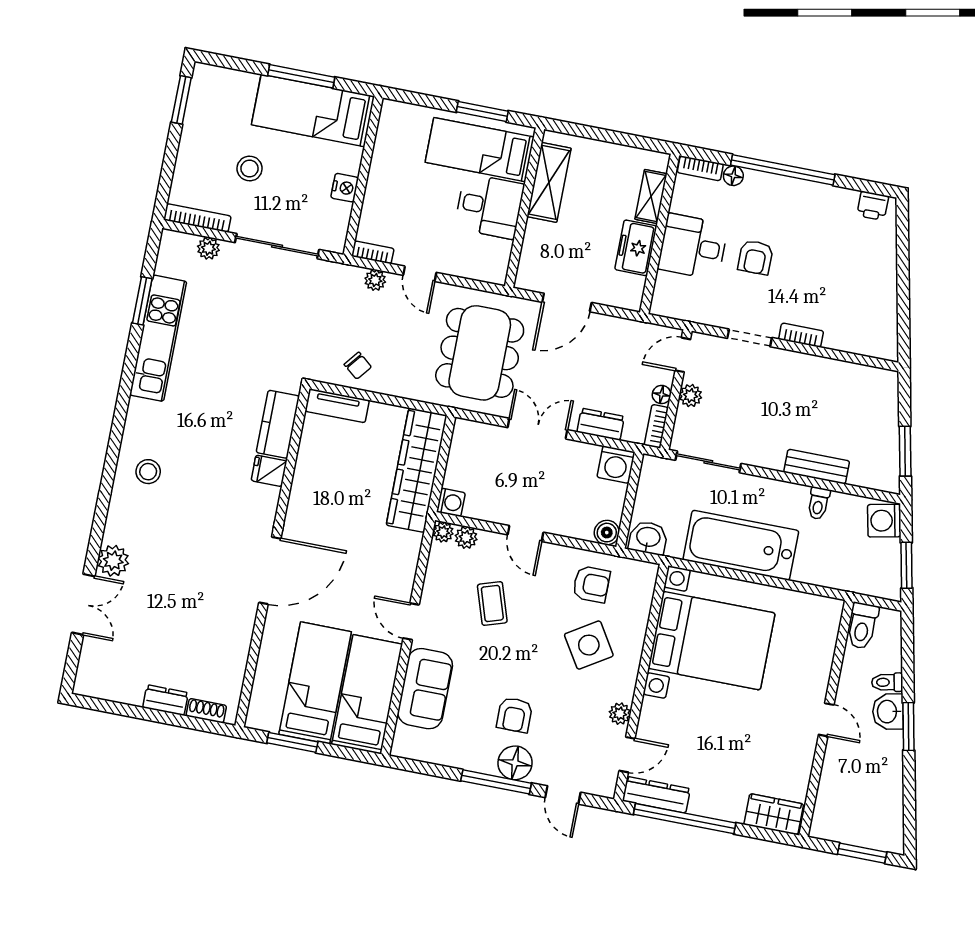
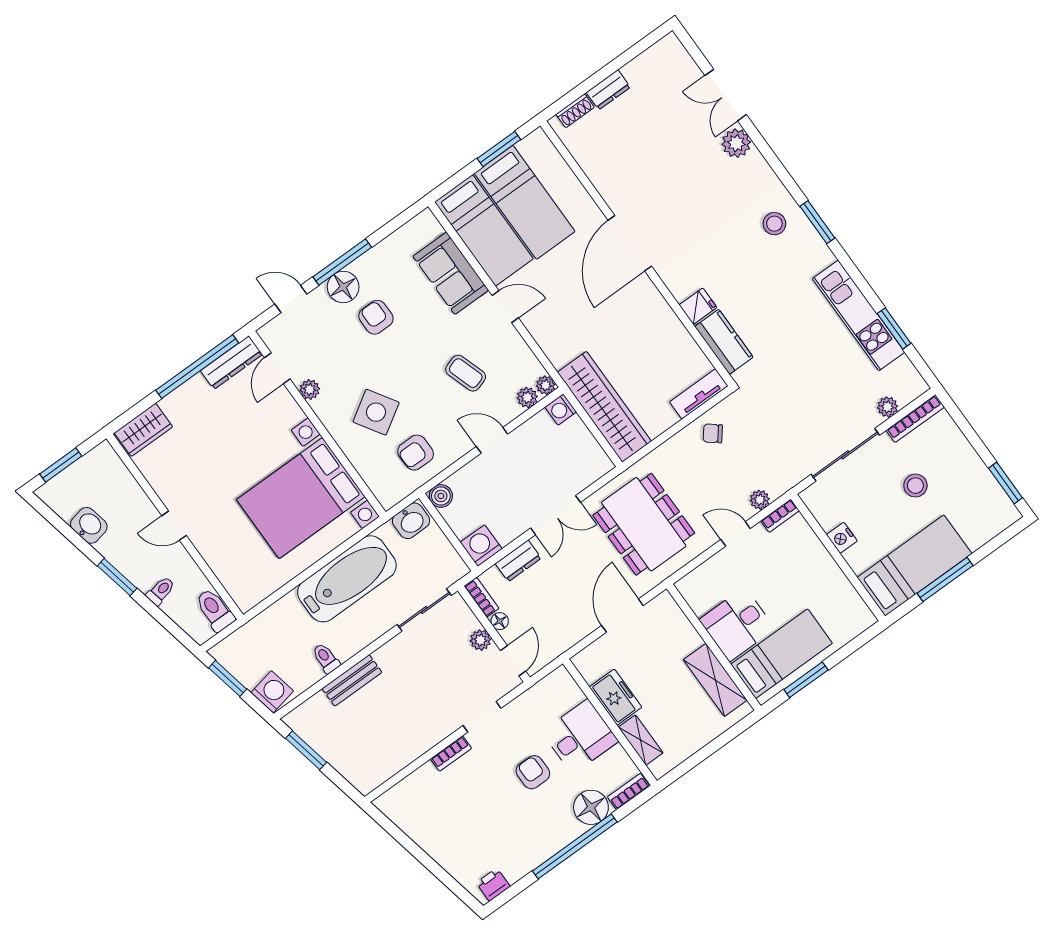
floor lamp: (733, 176) -> (591, 807), width x1.89, depth x1.89
window: (115, 439) -> (817, 222), added
washbasin: (888, 712) -> (89, 525), moved

